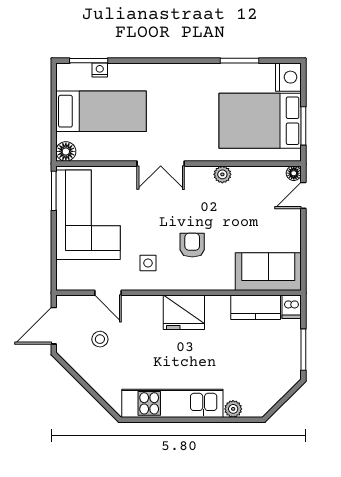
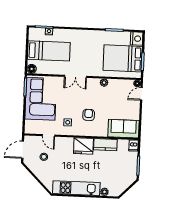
kitchen counter: (256, 307) -> (105, 145), moved

